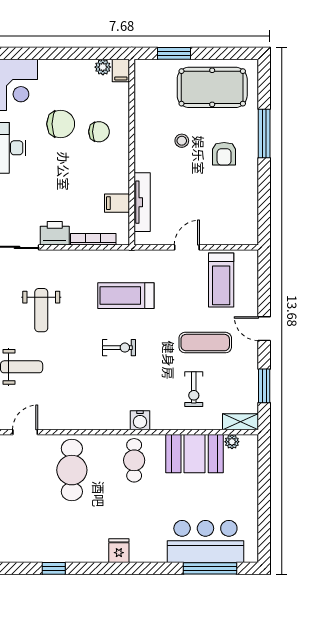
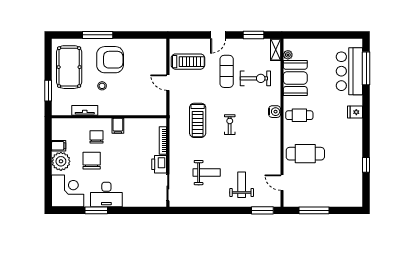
plant: (103, 67) -> (61, 161), moved, width x1.87, depth x1.87
filing cabinet: (121, 70) -> (59, 146), moved
armchair: (224, 154) -> (110, 60), width x1.88, depth x1.88
tv unit: (142, 202) -> (85, 110), moved, width x0.71
filing cabinet: (117, 203) -> (118, 126), moved
exercise bike: (194, 389) -> (255, 78), width x1.38, depth x1.39
fridge: (119, 551) -> (355, 112), moved

